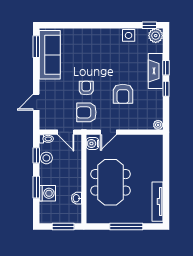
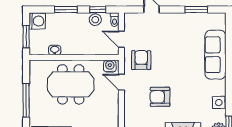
window: (36, 47) -> (196, 10), moved
sofa: (50, 55) -> (215, 55), moved, turned 90
armchair: (86, 88) -> (166, 60), removed
door: (66, 132) -> (121, 39), hinge flipped
washing machine: (47, 193) -> (37, 21), moved, turned -90

